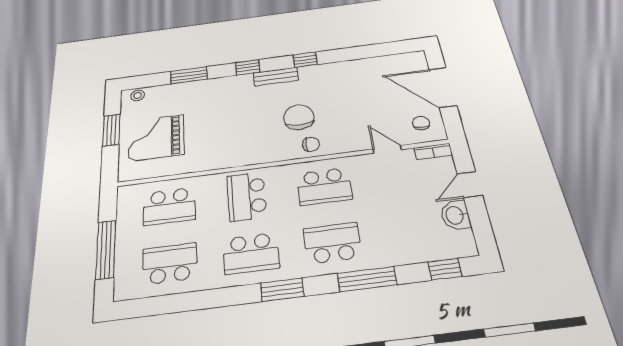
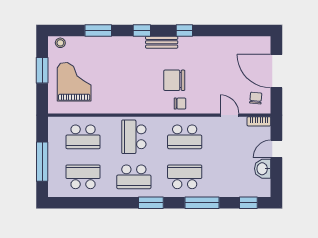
chair: (299, 117) -> (174, 80), turned -90
grand piano: (156, 138) -> (74, 82), turned 90

